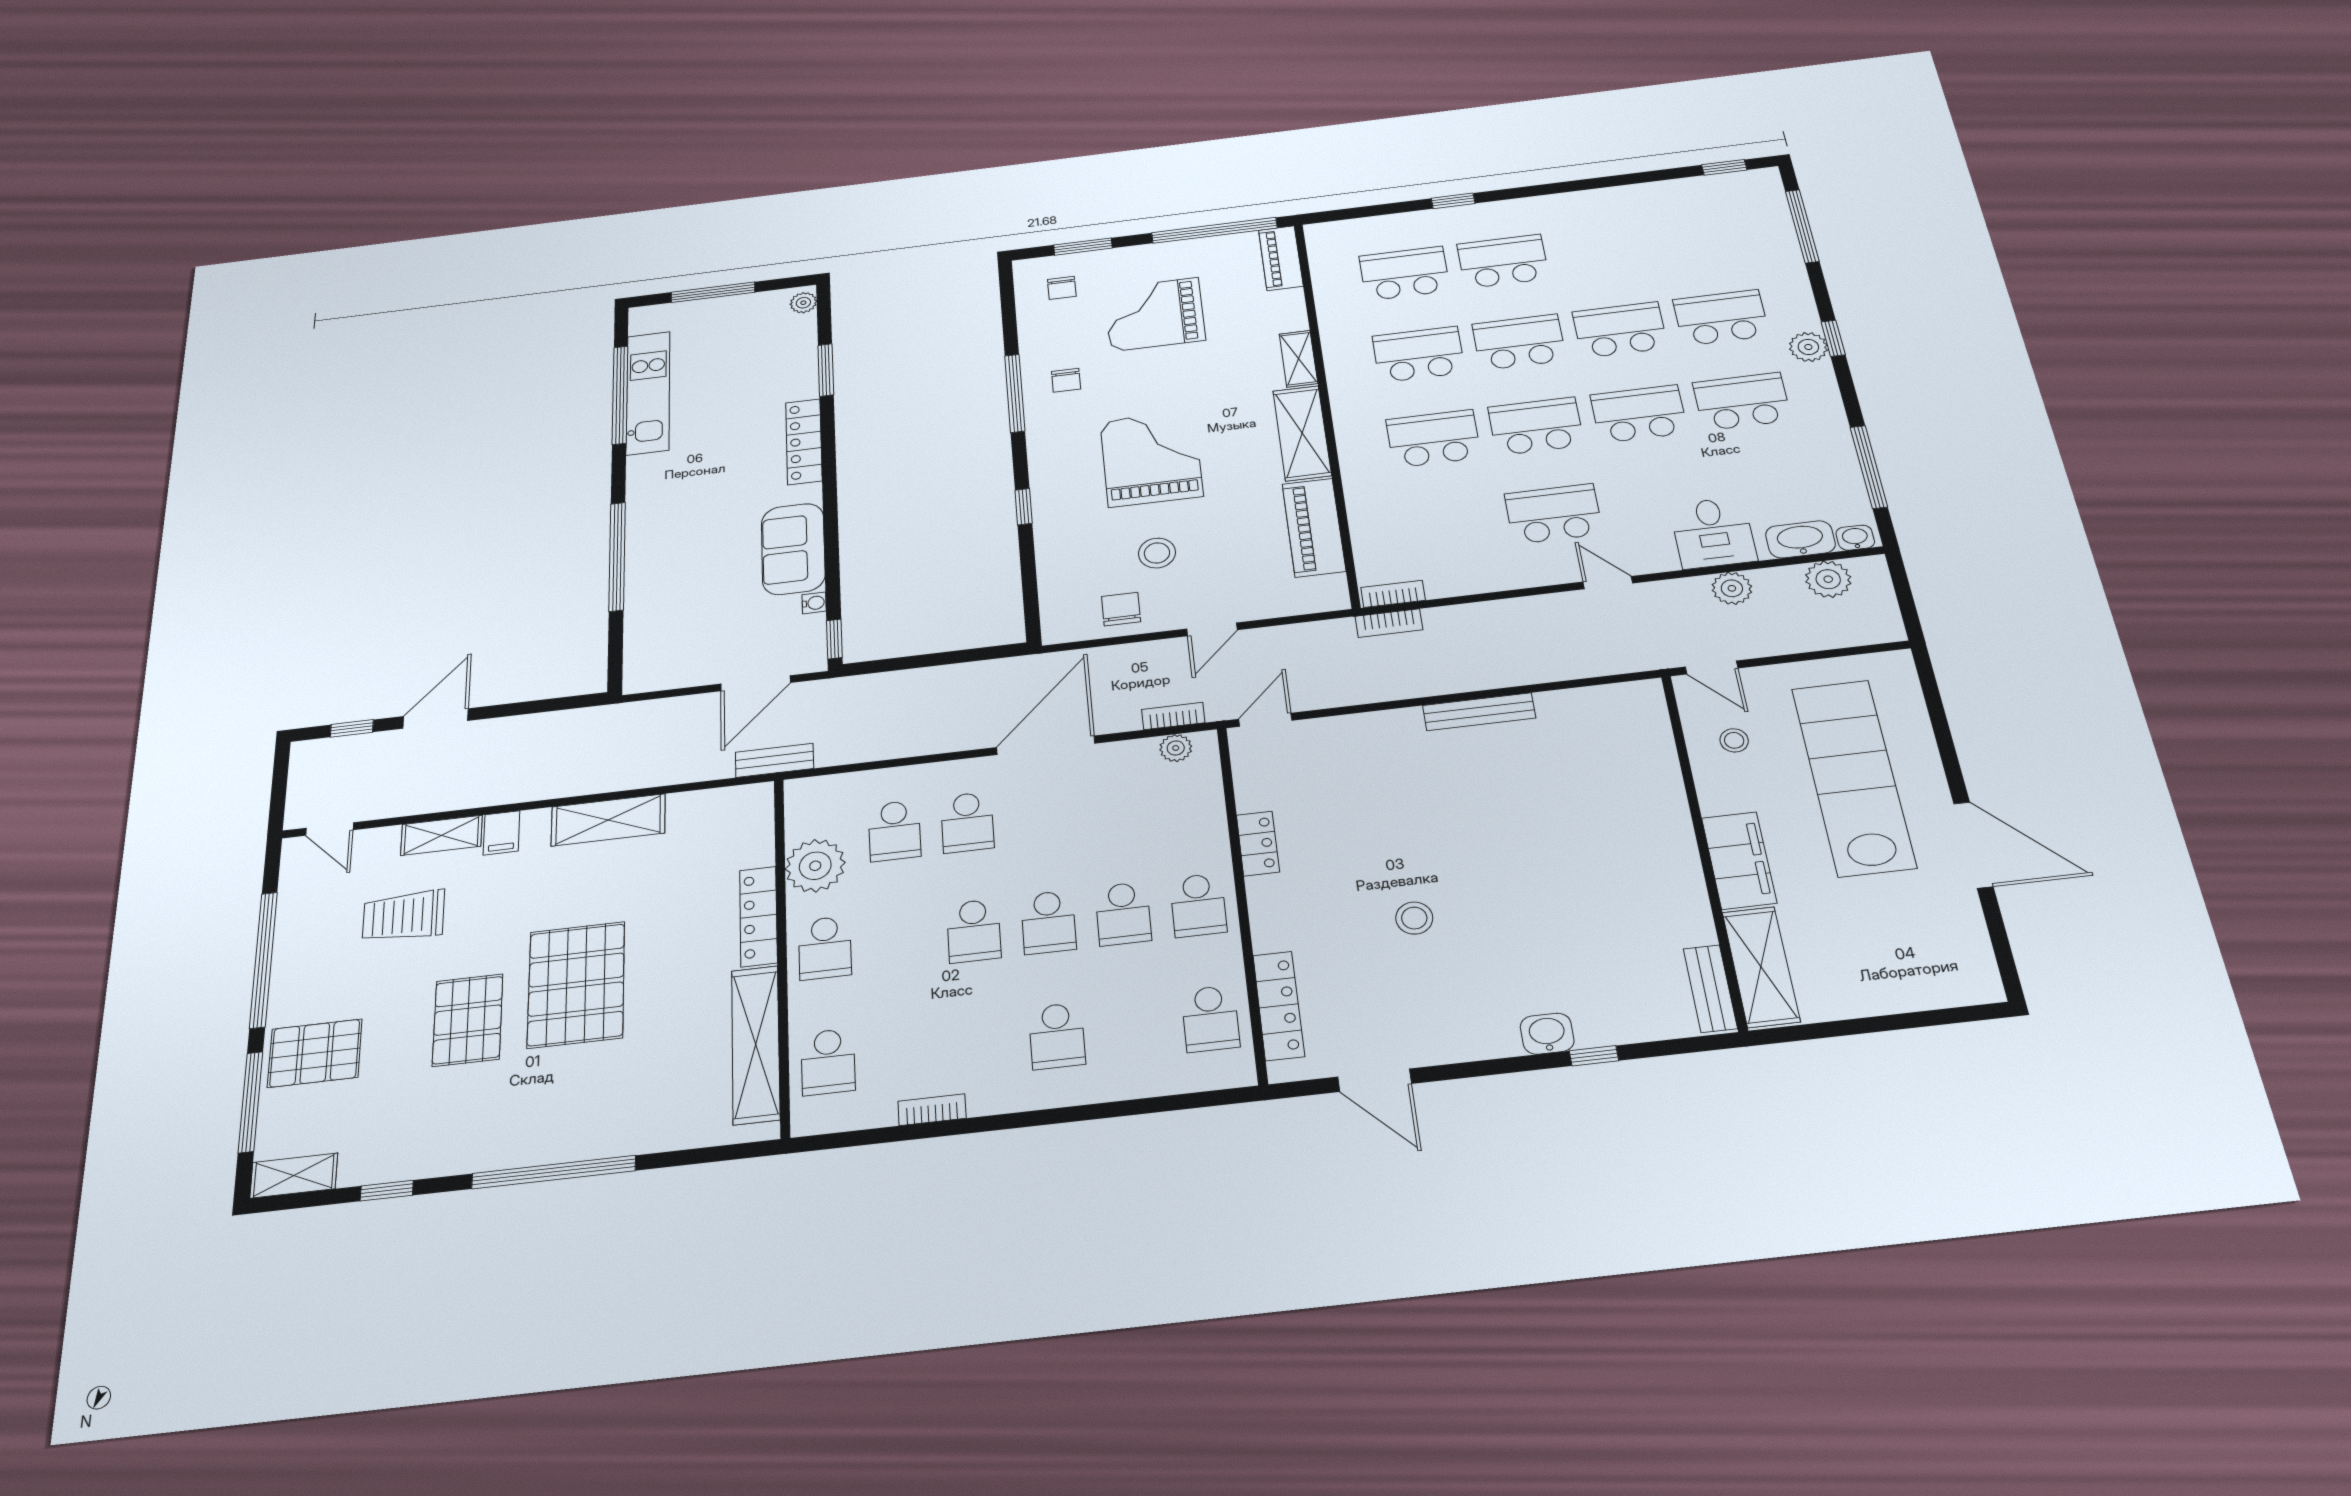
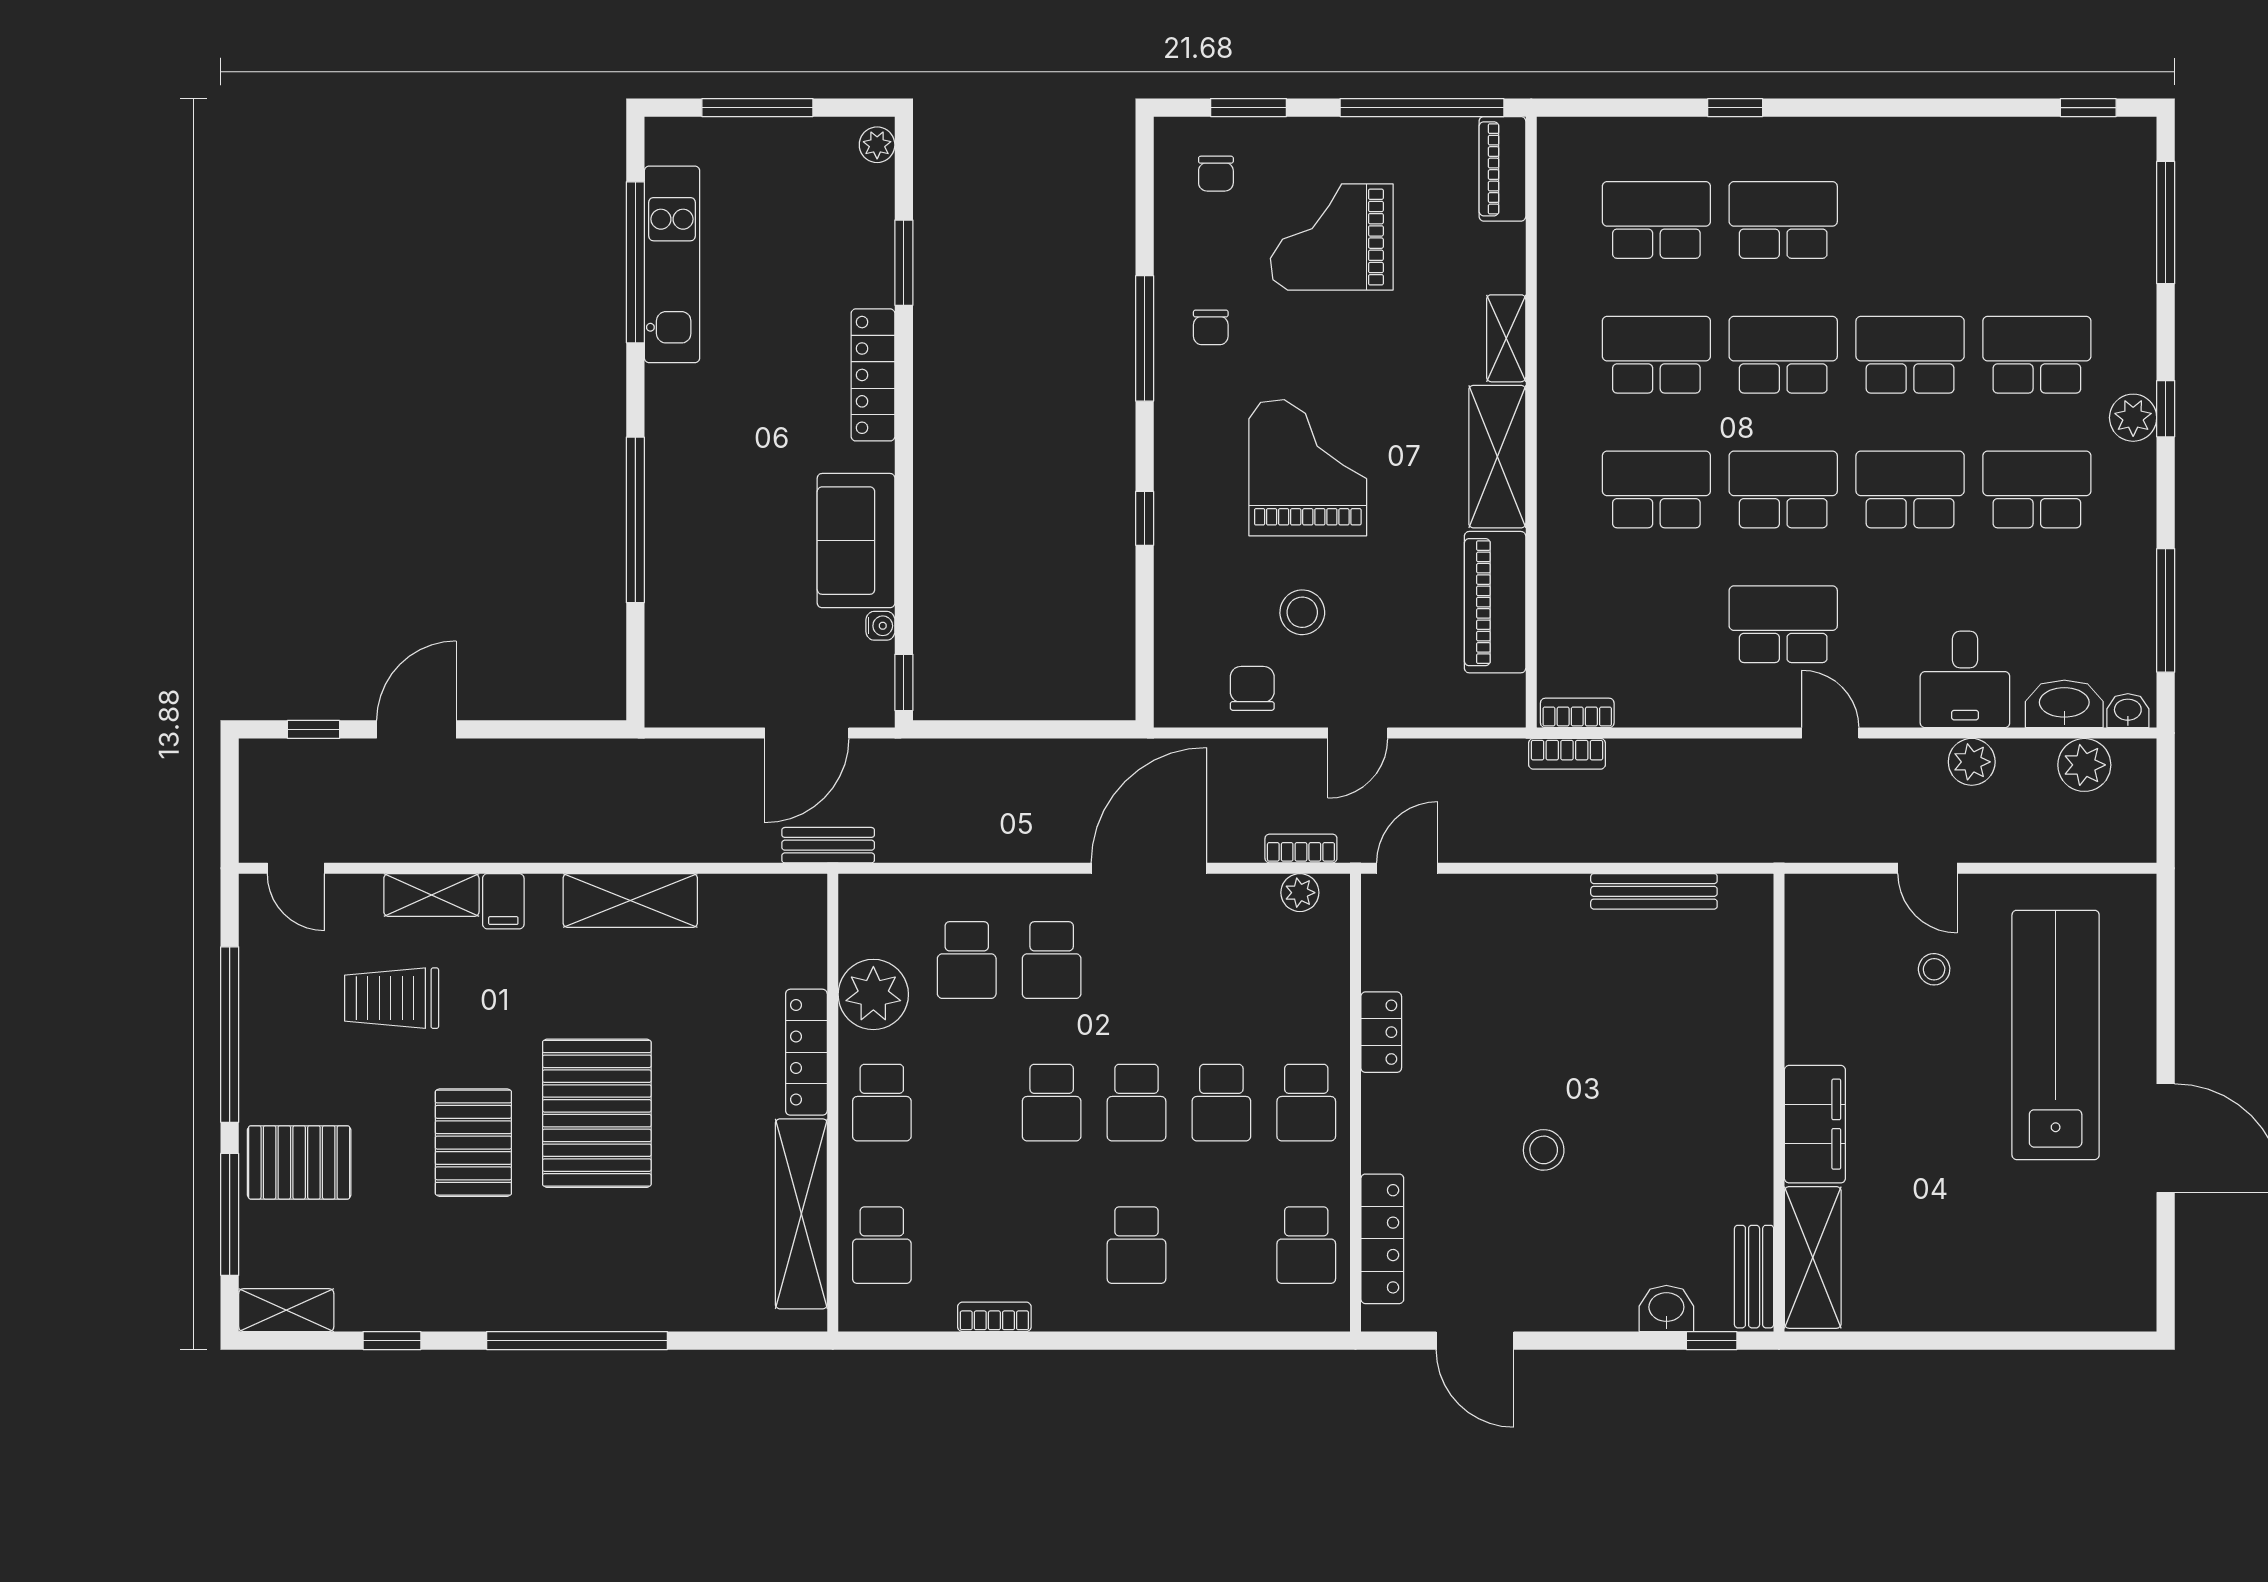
wall: (1703, 847) -> (1779, 1103), moved
filing cabinet: (1739, 860) -> (1815, 1124), moved
shelving: (1761, 967) -> (1813, 1257), moved
bench: (1710, 988) -> (1754, 1277), moved

